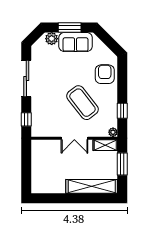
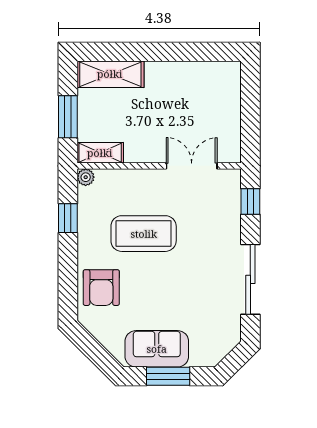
plant: (52, 39) -> (202, 355), removed
coffee table: (82, 103) -> (144, 234), turned -52
double door: (74, 138) -> (192, 166), moved
shelving: (92, 186) -> (110, 74), width x0.68

